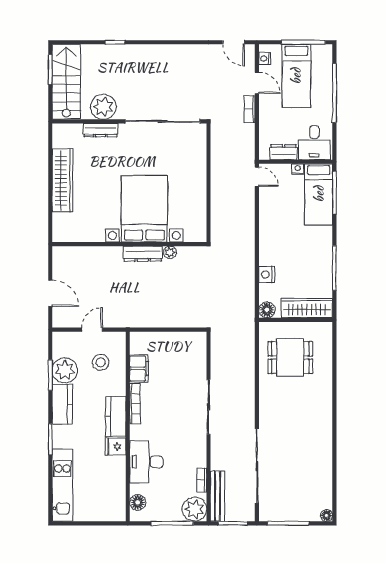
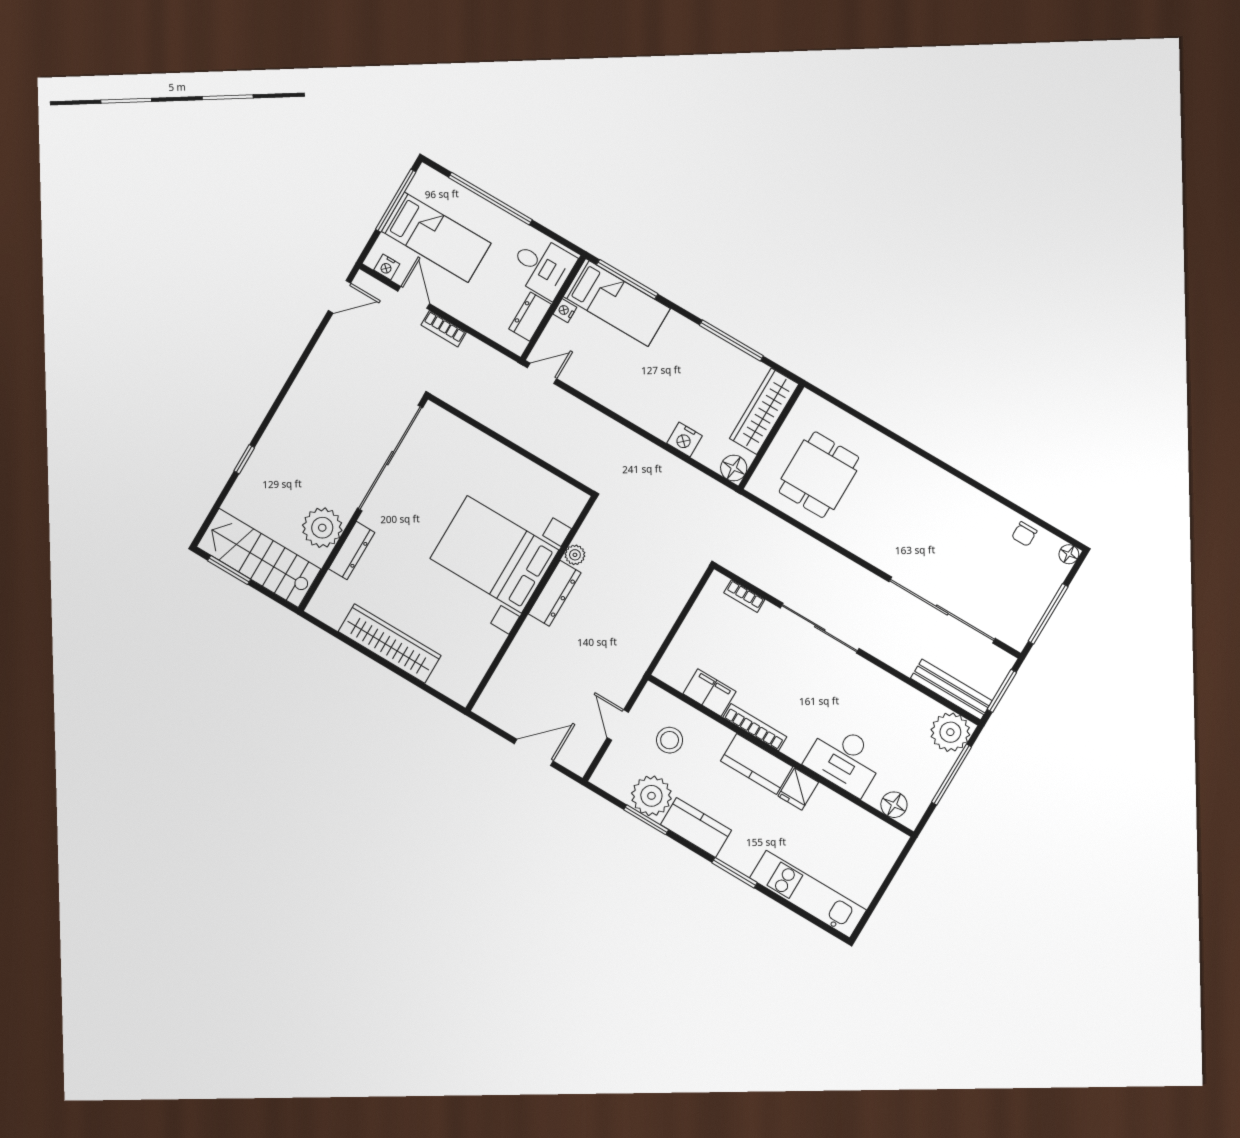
door: (257, 83) -> (414, 297), hinge flipped
bookcase: (202, 480) -> (744, 596), moved
chair: (323, 485) -> (1024, 534), added

